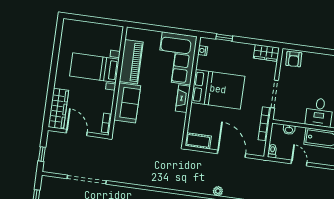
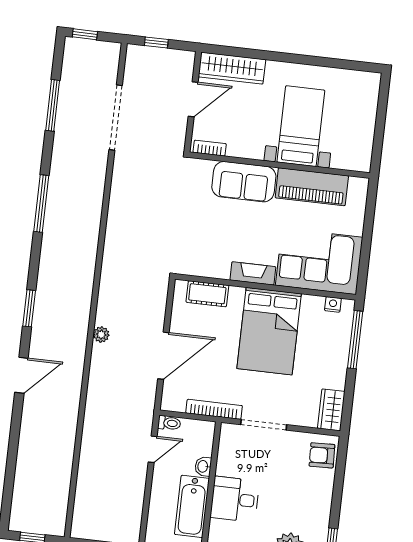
window: (224, 38) -> (355, 340), width x2.17
washbasin: (289, 130) -> (203, 466), moved
cot: (198, 141) -> (207, 294), moved, turned 90
door: (299, 163) -> (153, 449), moved

